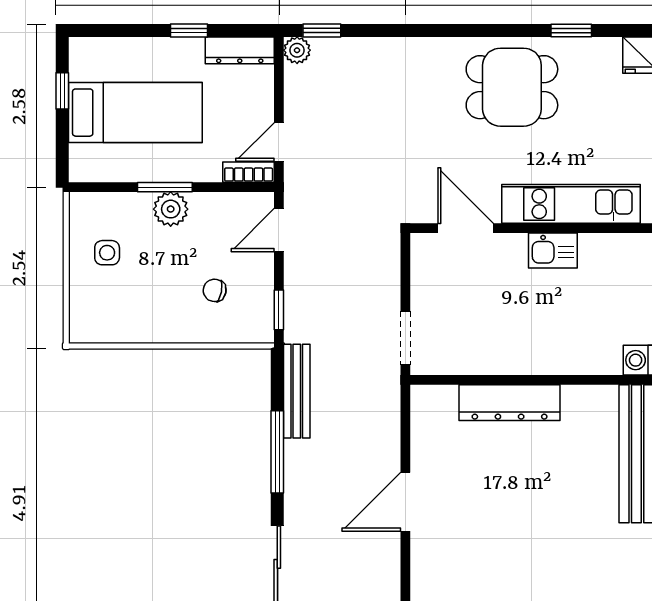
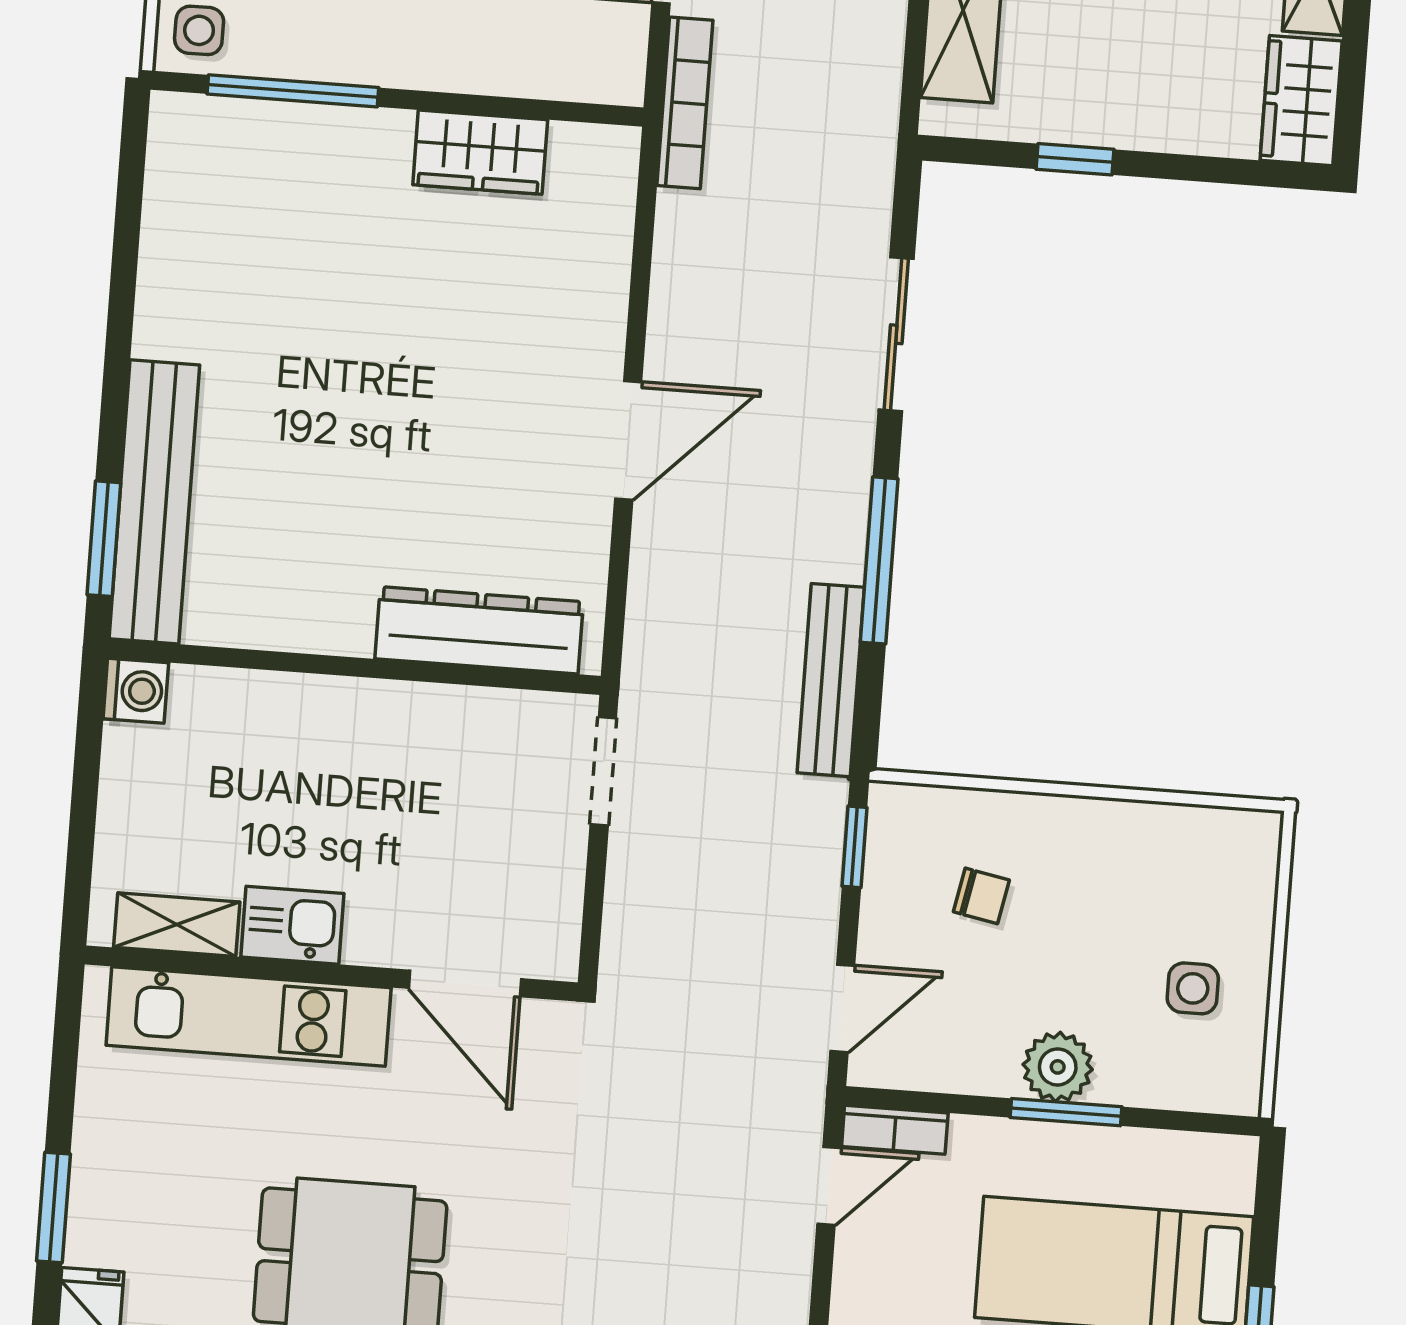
shelving: (610, 247) -> (177, 925), added
dresser: (510, 403) -> (479, 630), moved

